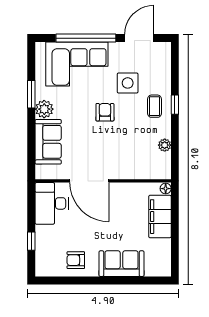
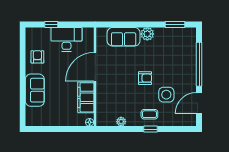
door: (139, 38) -> (199, 103), swing flipped
corner sofa: (77, 64) -> (180, 58), removed
window: (31, 94) -> (175, 25), moved
desk: (52, 203) -> (66, 39), moved
filing cabinet: (160, 217) -> (86, 97), moved, turned -90

